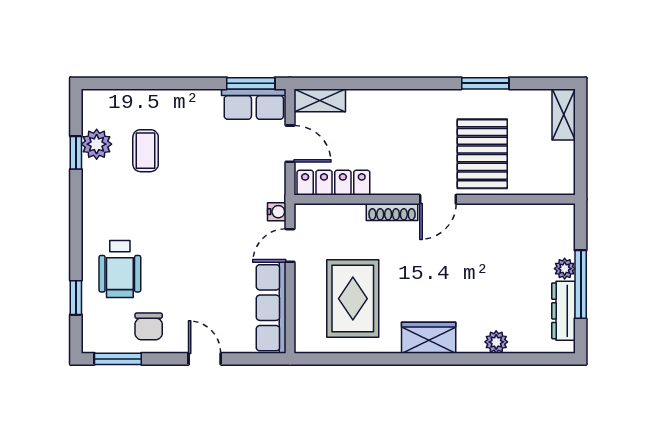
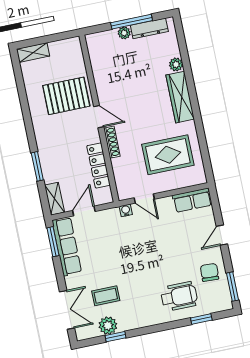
double door: (136, 83) -> (67, 310), added
window: (485, 83) -> (37, 166), moved
row of seats: (254, 104) -> (67, 246), width x1.48
locker: (333, 183) -> (99, 165), moved
row of seats: (271, 308) -> (192, 200), width x0.68
chair: (149, 326) -> (209, 272), turned -87
wardrobe: (429, 338) -> (180, 97), width x1.50

